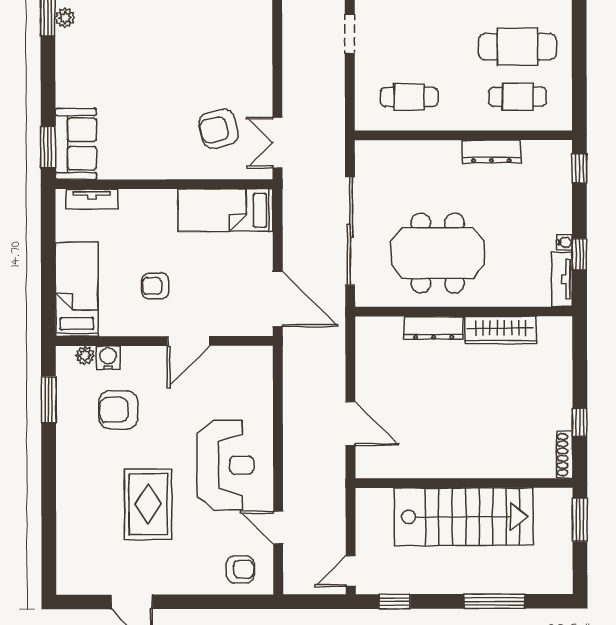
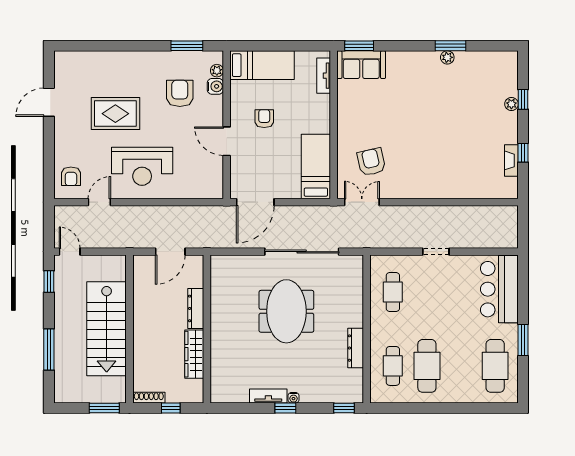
wall: (464, 312) -> (207, 329), moved
dresser: (434, 328) -> (196, 308), moved
wardrobe: (501, 330) -> (194, 354), moved

